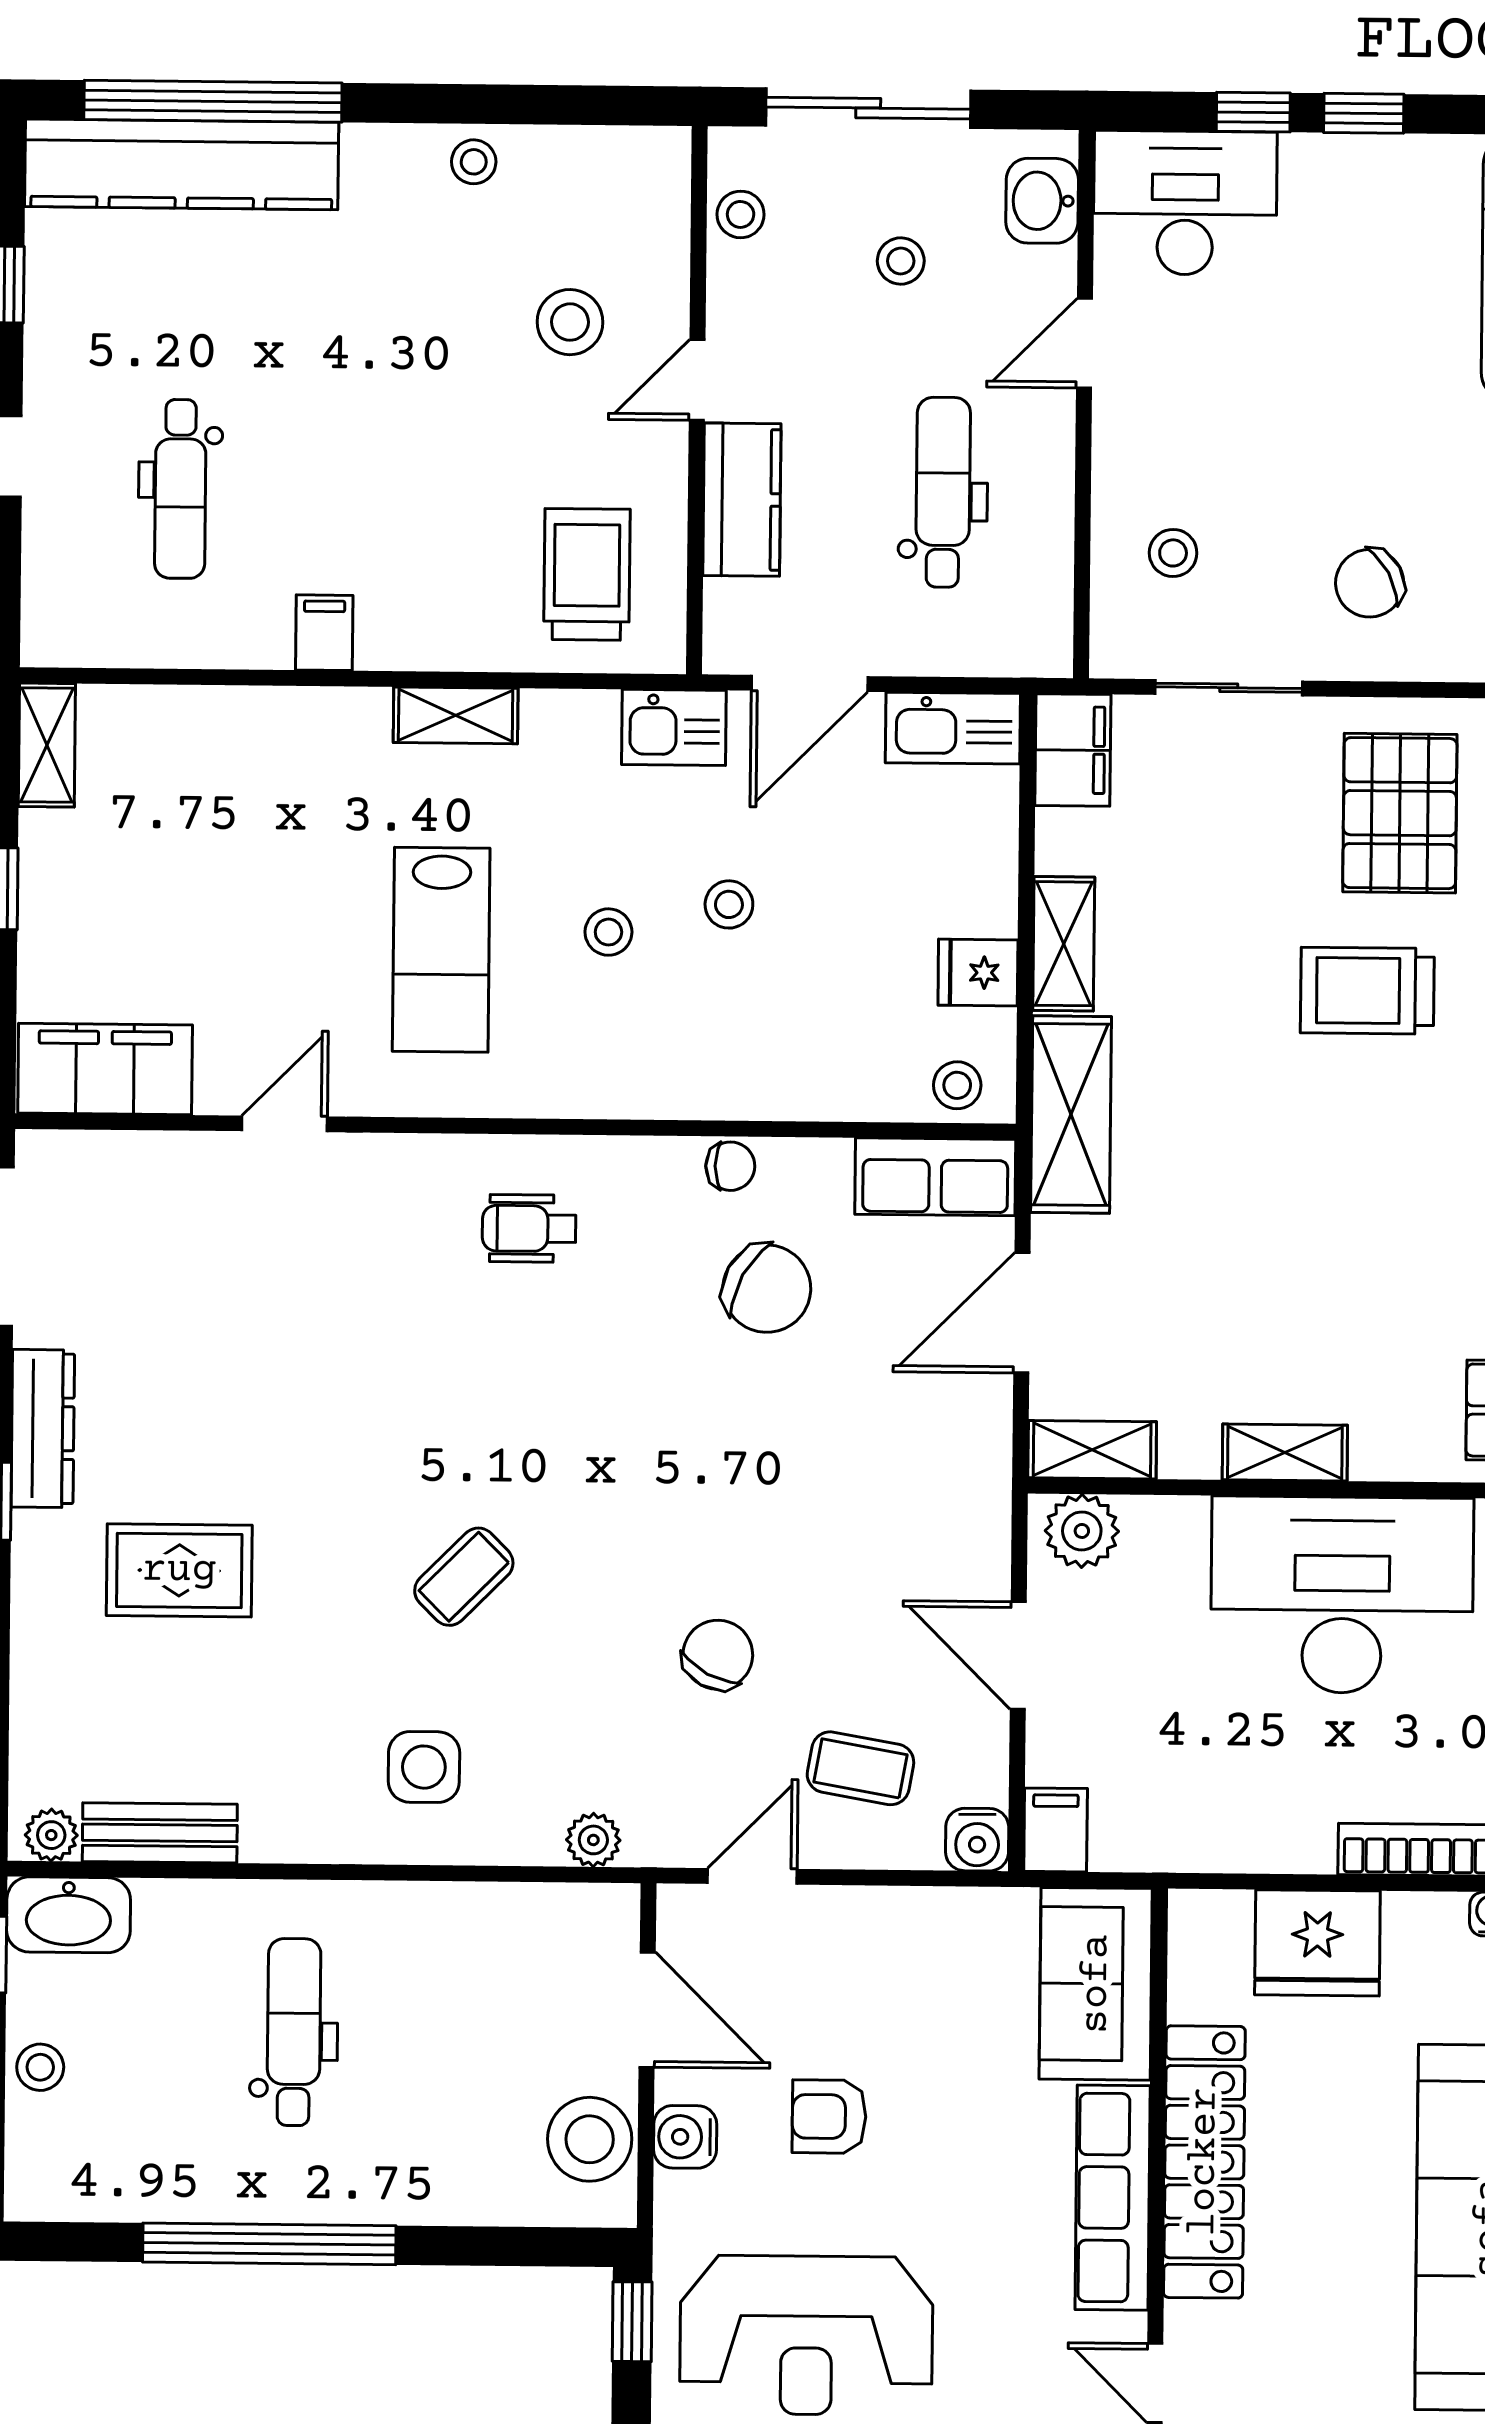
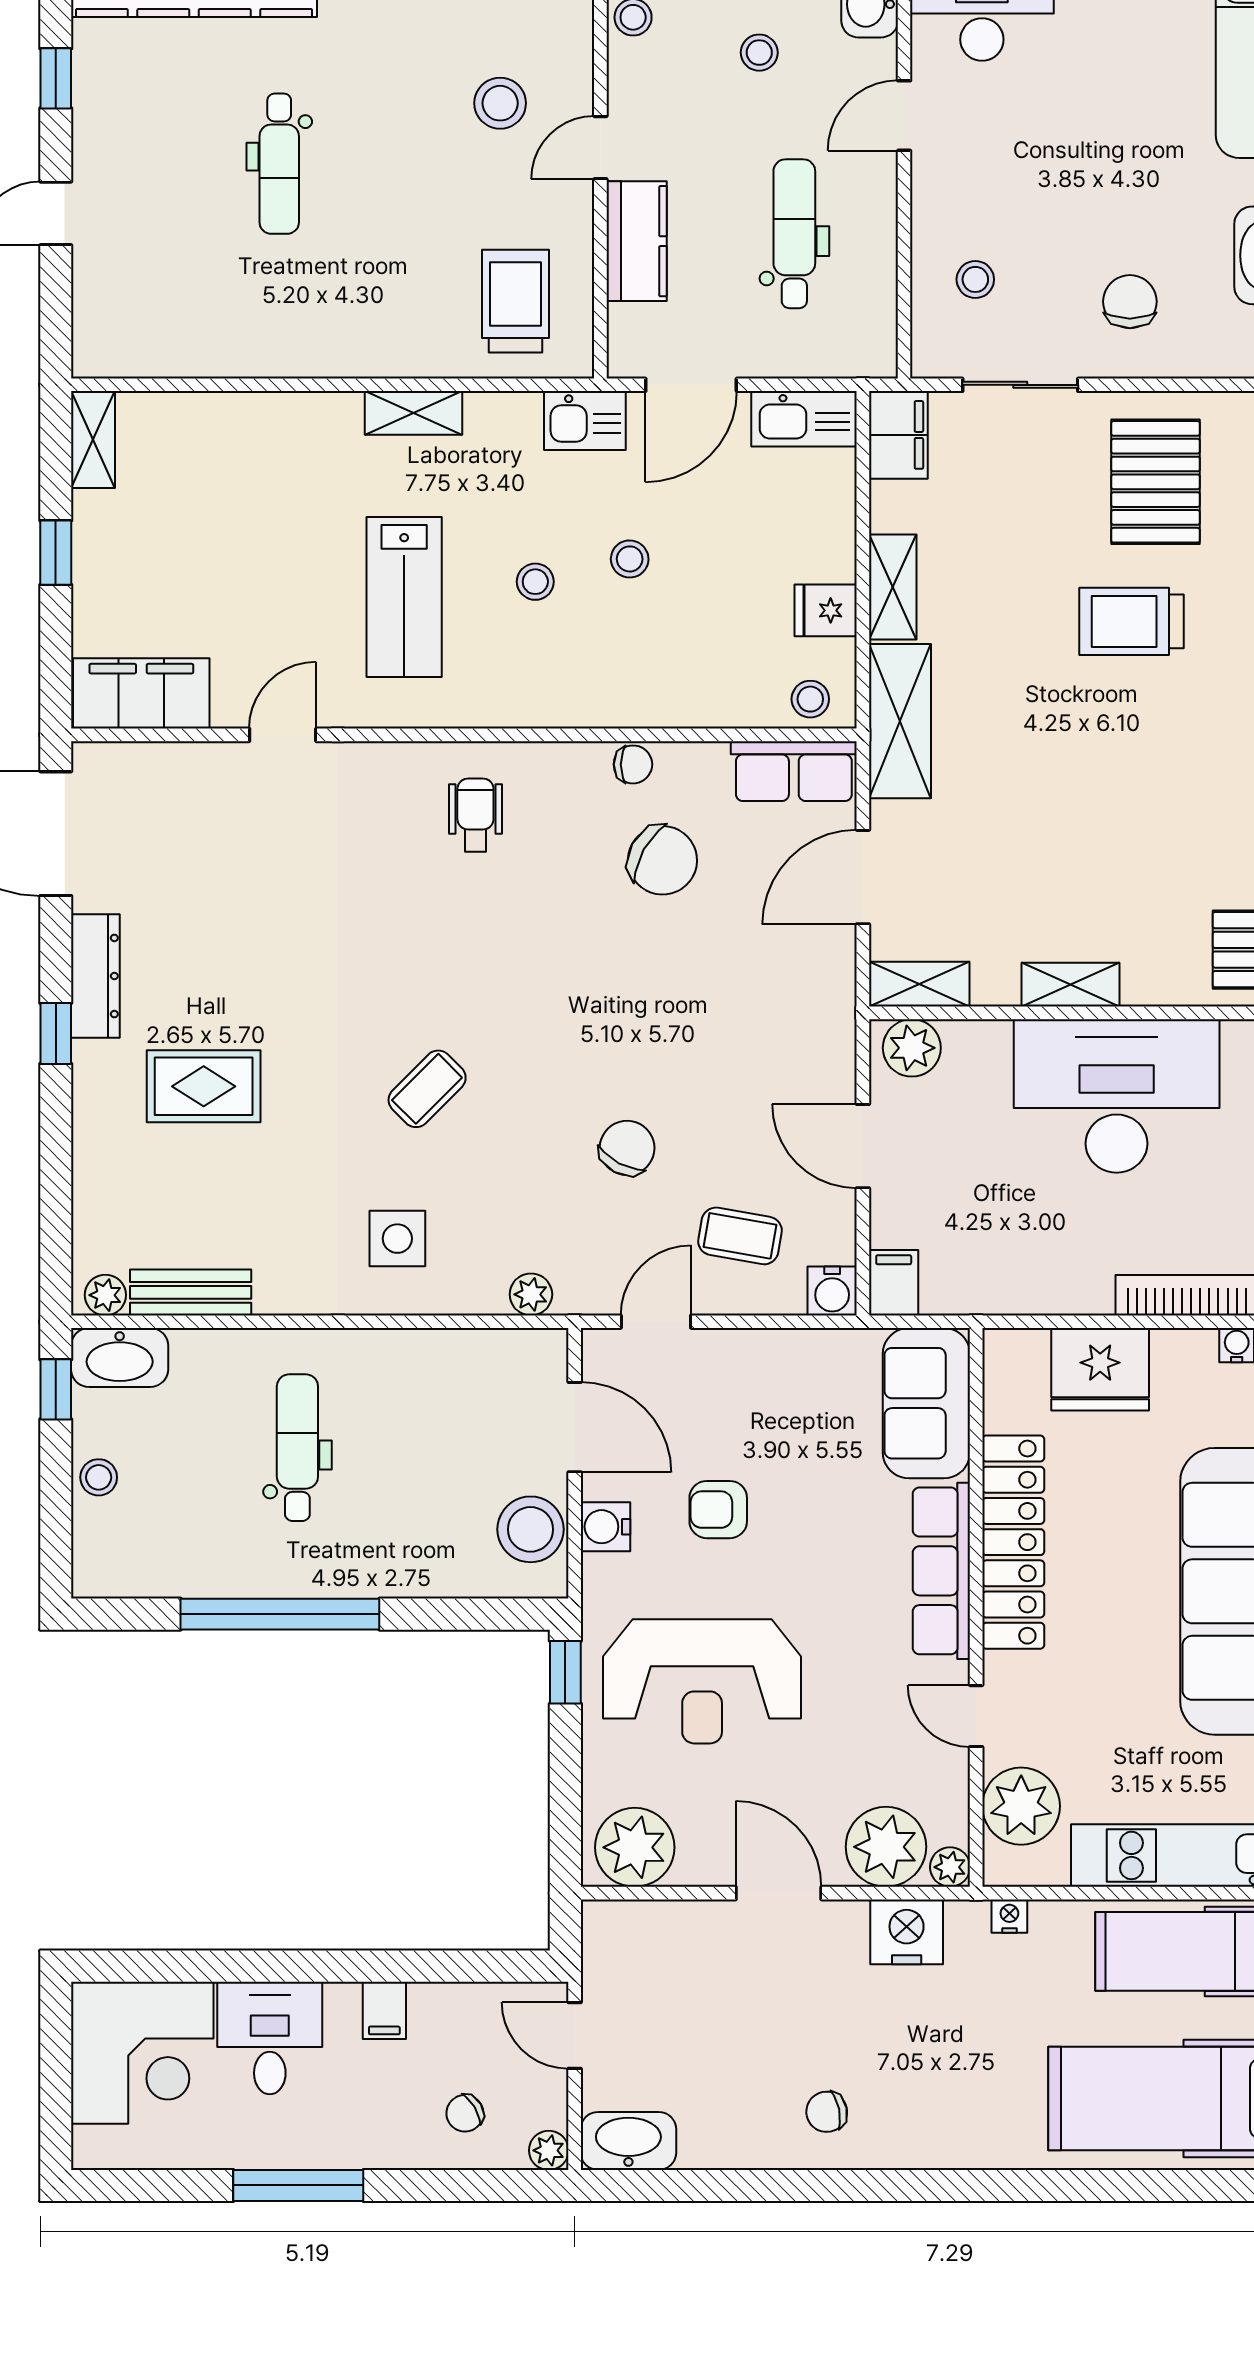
dental chair: (180, 489) -> (279, 164), moved
chair: (1370, 583) -> (1130, 302), turned 119
filing cabinet: (324, 633) -> (310, 349), removed
wheelchair: (529, 1228) -> (475, 815), turned 90

